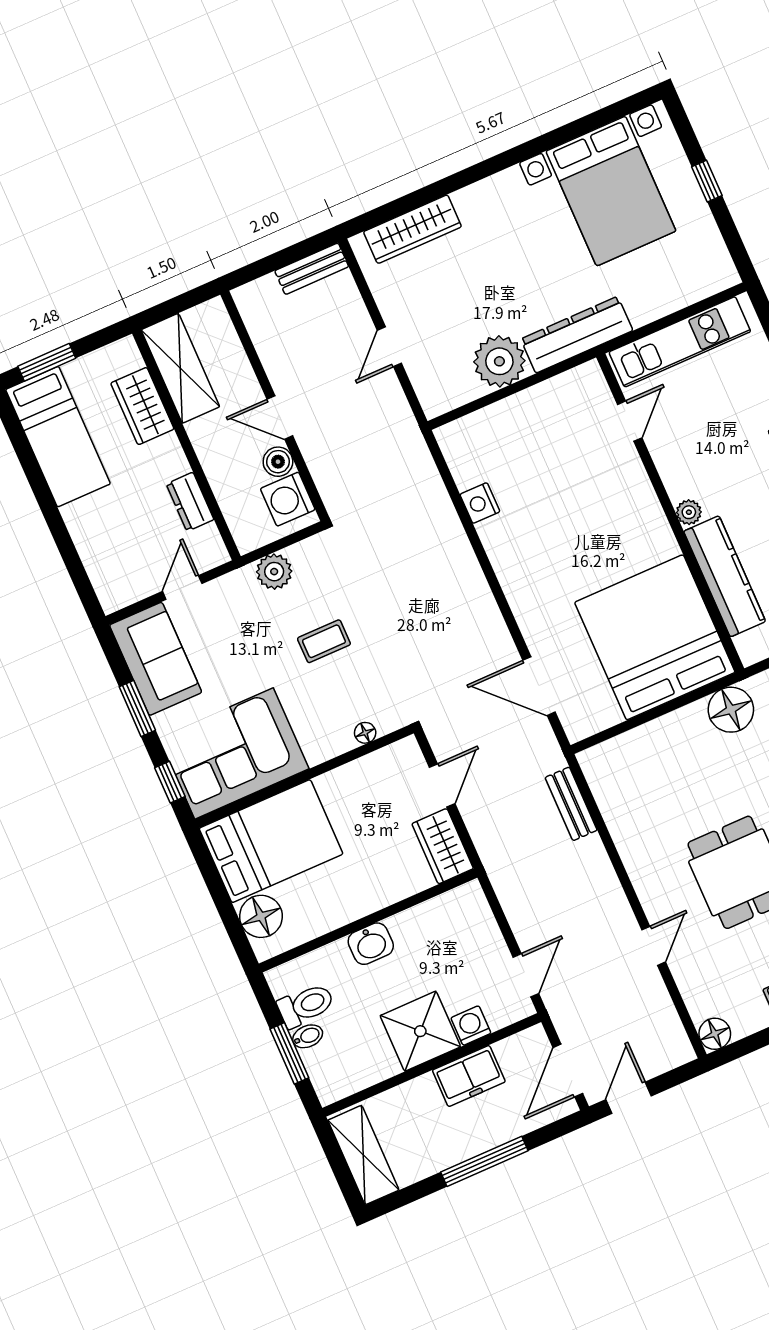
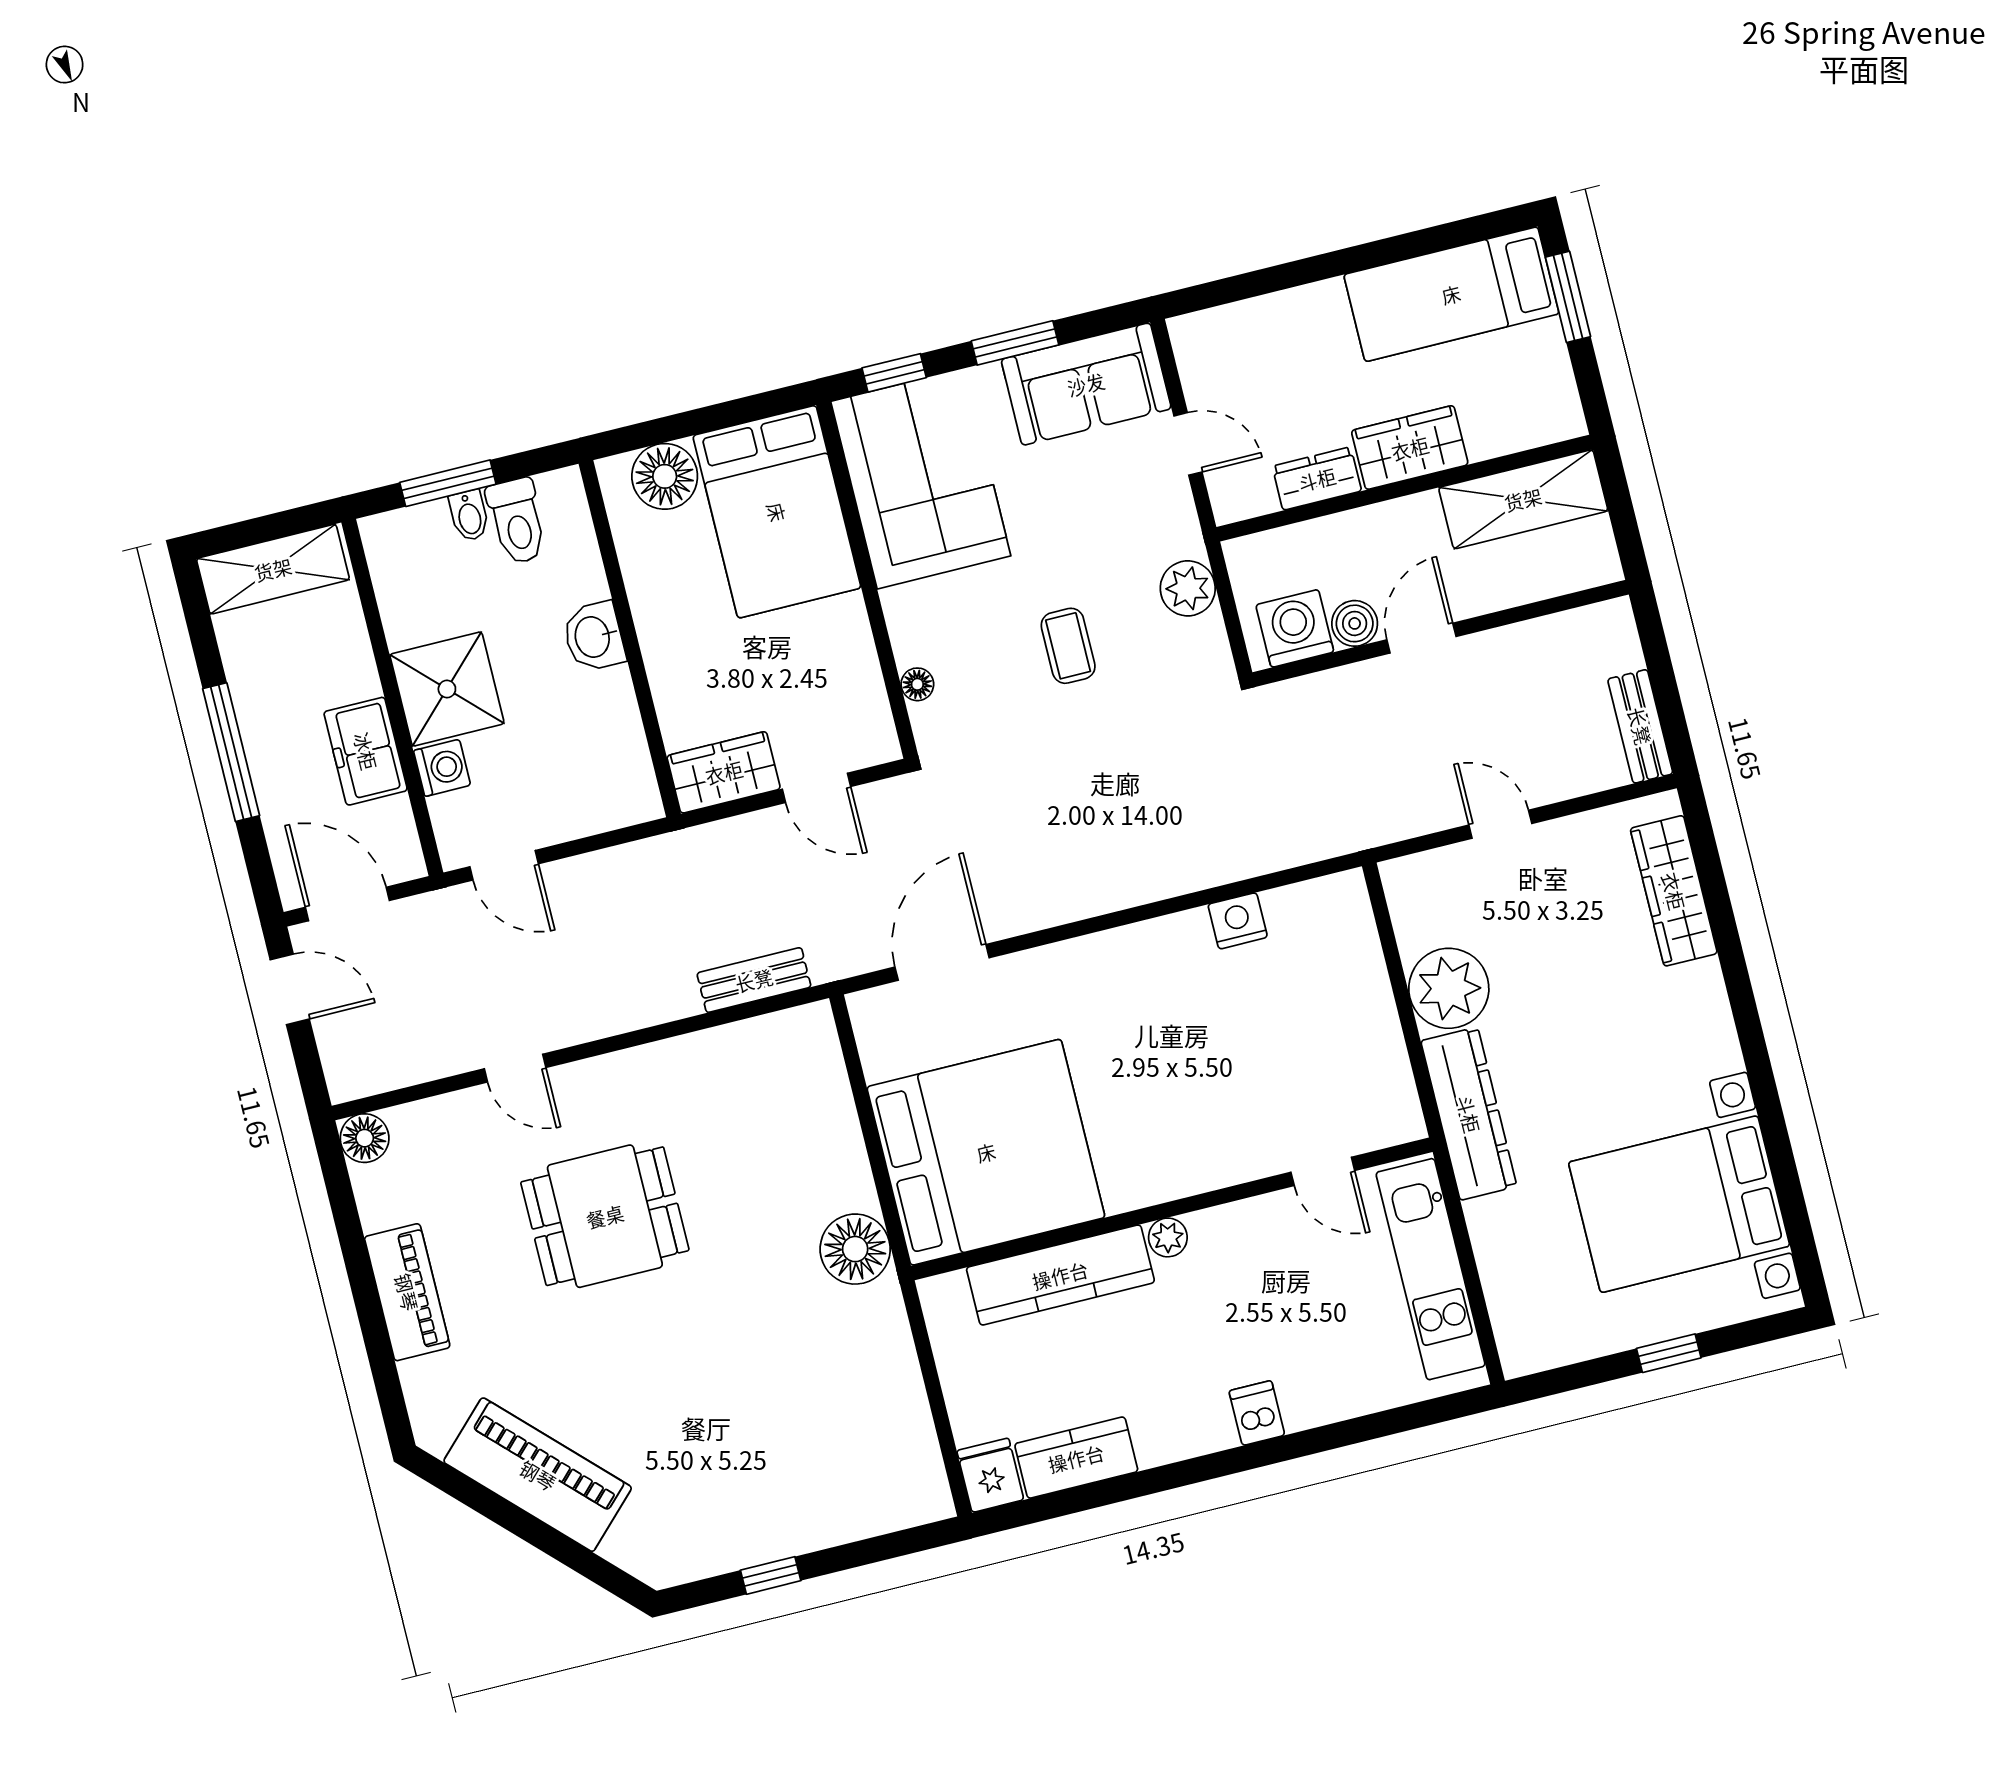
wardrobe: (142, 406) -> (1410, 448), moved

